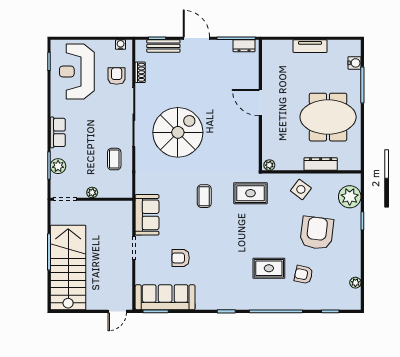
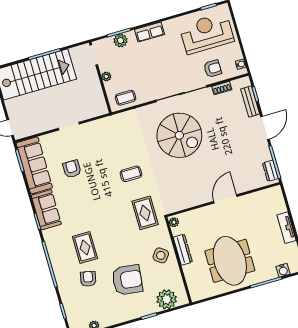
coffee table: (114, 159) -> (126, 98), moved
dresser: (321, 164) -> (183, 250), moved
sofa: (147, 215) -> (46, 210), moved, turned -90

